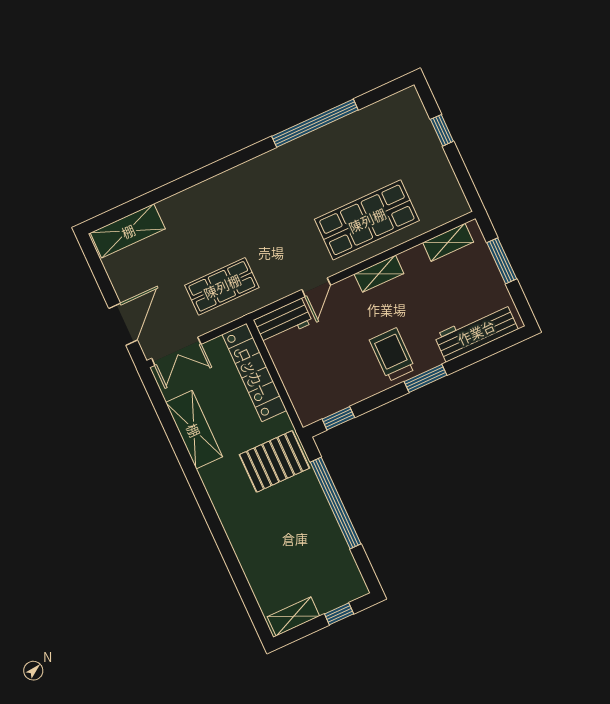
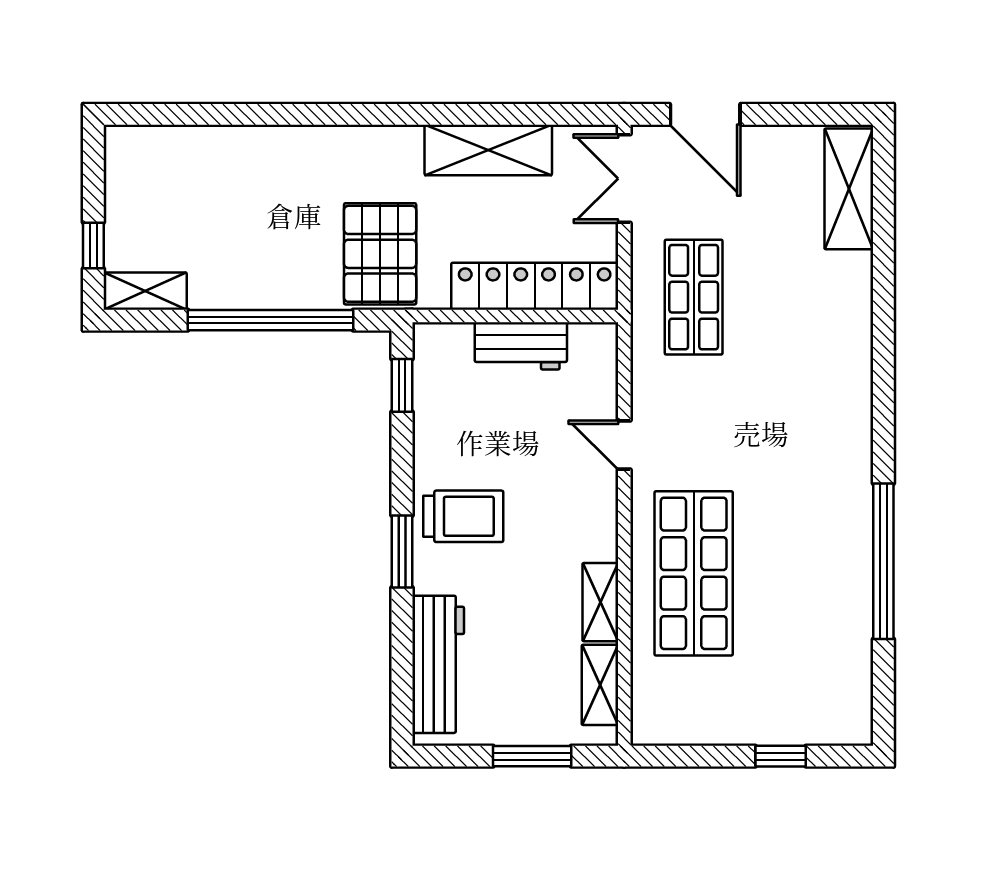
shelving: (379, 274) -> (600, 602), moved
workbench: (283, 321) -> (521, 346), moved, turned -90
shelving: (293, 616) -> (145, 291), moved, turned 90

